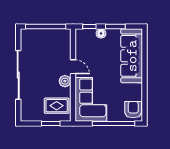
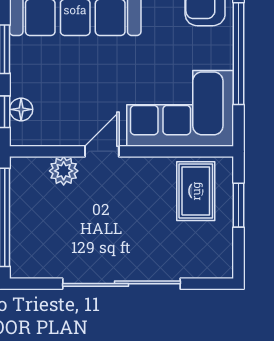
floor lamp: (101, 33) -> (21, 109), moved
plant: (65, 81) -> (64, 171), moved

